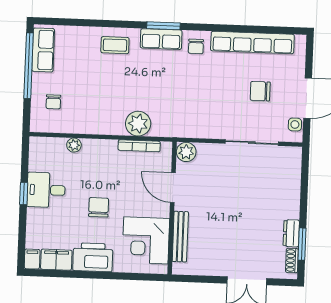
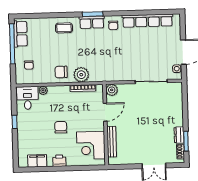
chair: (260, 91) -> (61, 72), moved
door: (173, 188) -> (105, 112), swing flipped
desk: (46, 190) -> (28, 98), moved, turned 90
printer: (93, 257) -> (59, 161), width x0.53, depth x0.68
filing cabinet: (32, 259) -> (22, 161), removed

